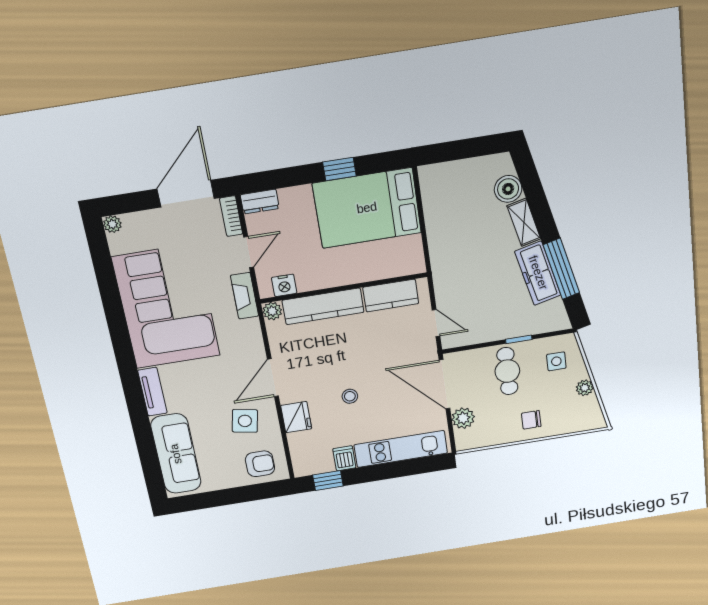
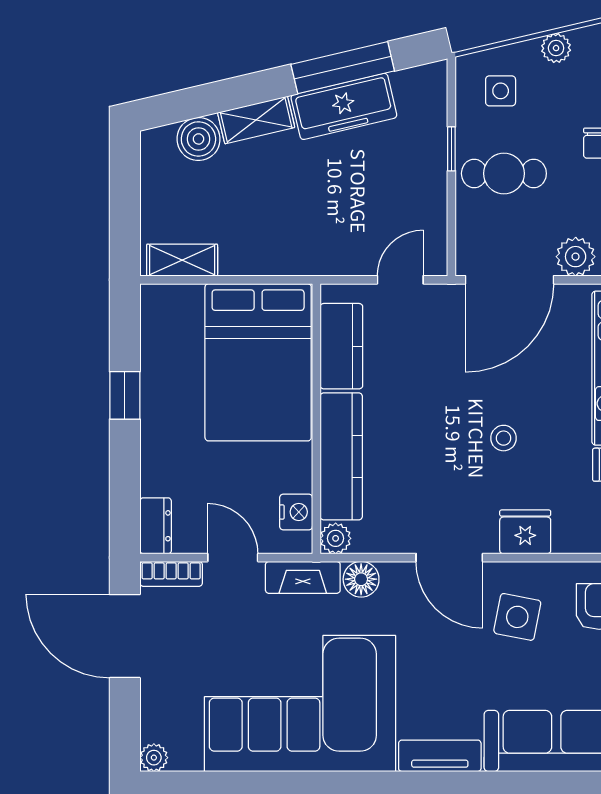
shelving: (431, 191) -> (182, 260), added
bed: (367, 208) -> (258, 362), moved
floor lamp: (250, 330) -> (361, 579), added

